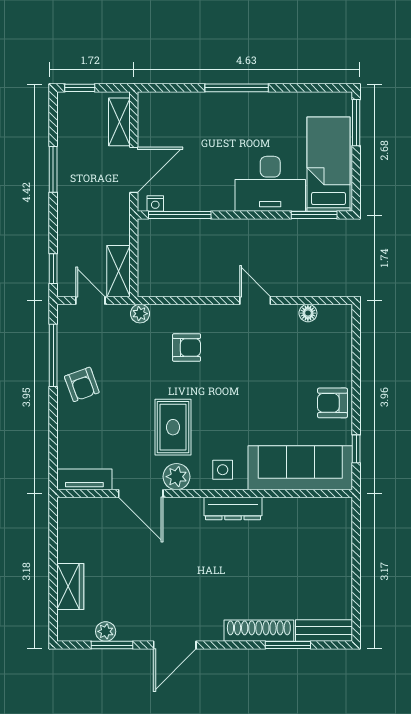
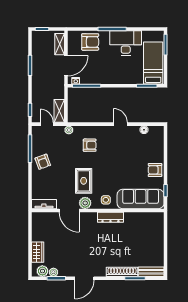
armchair: (188, 117) -> (90, 42), added
desk: (270, 184) -> (126, 43), moved, turned 180
plant: (81, 629) -> (42, 271), added

